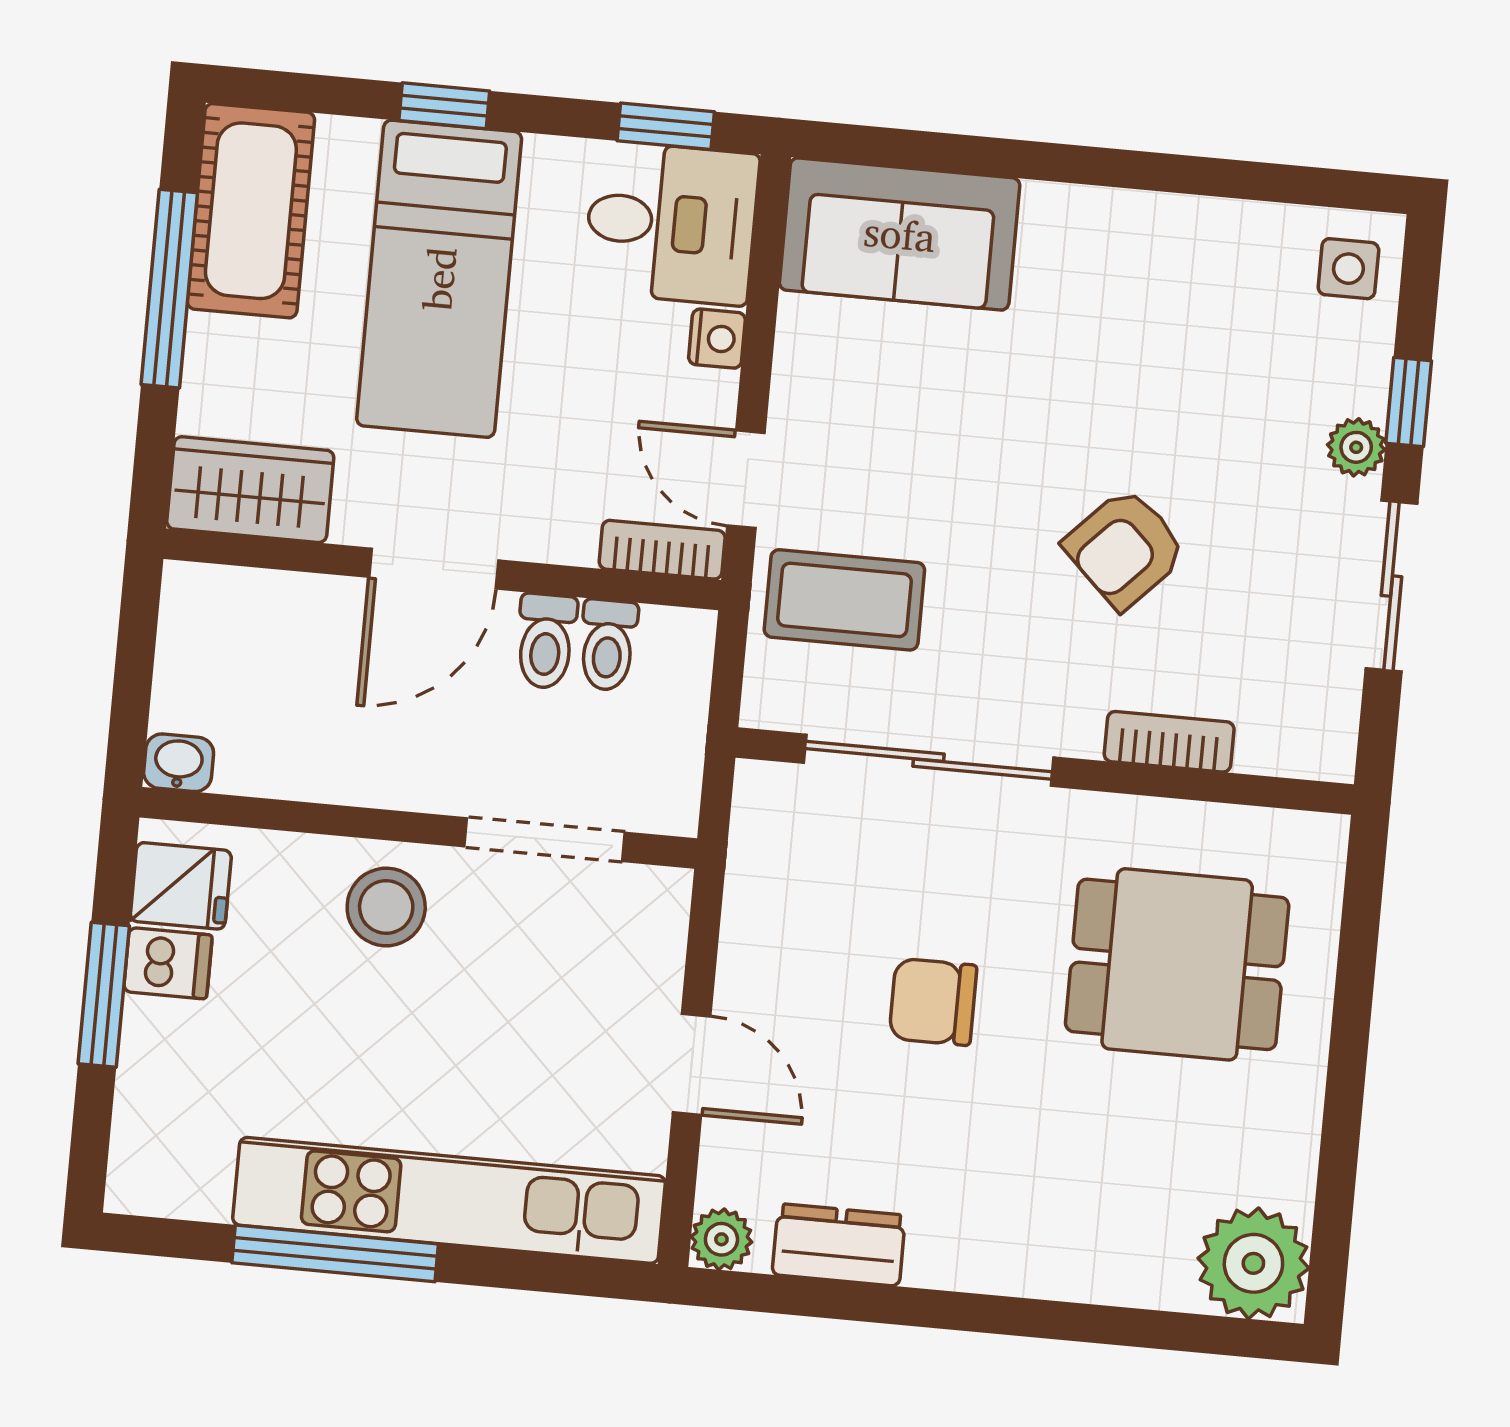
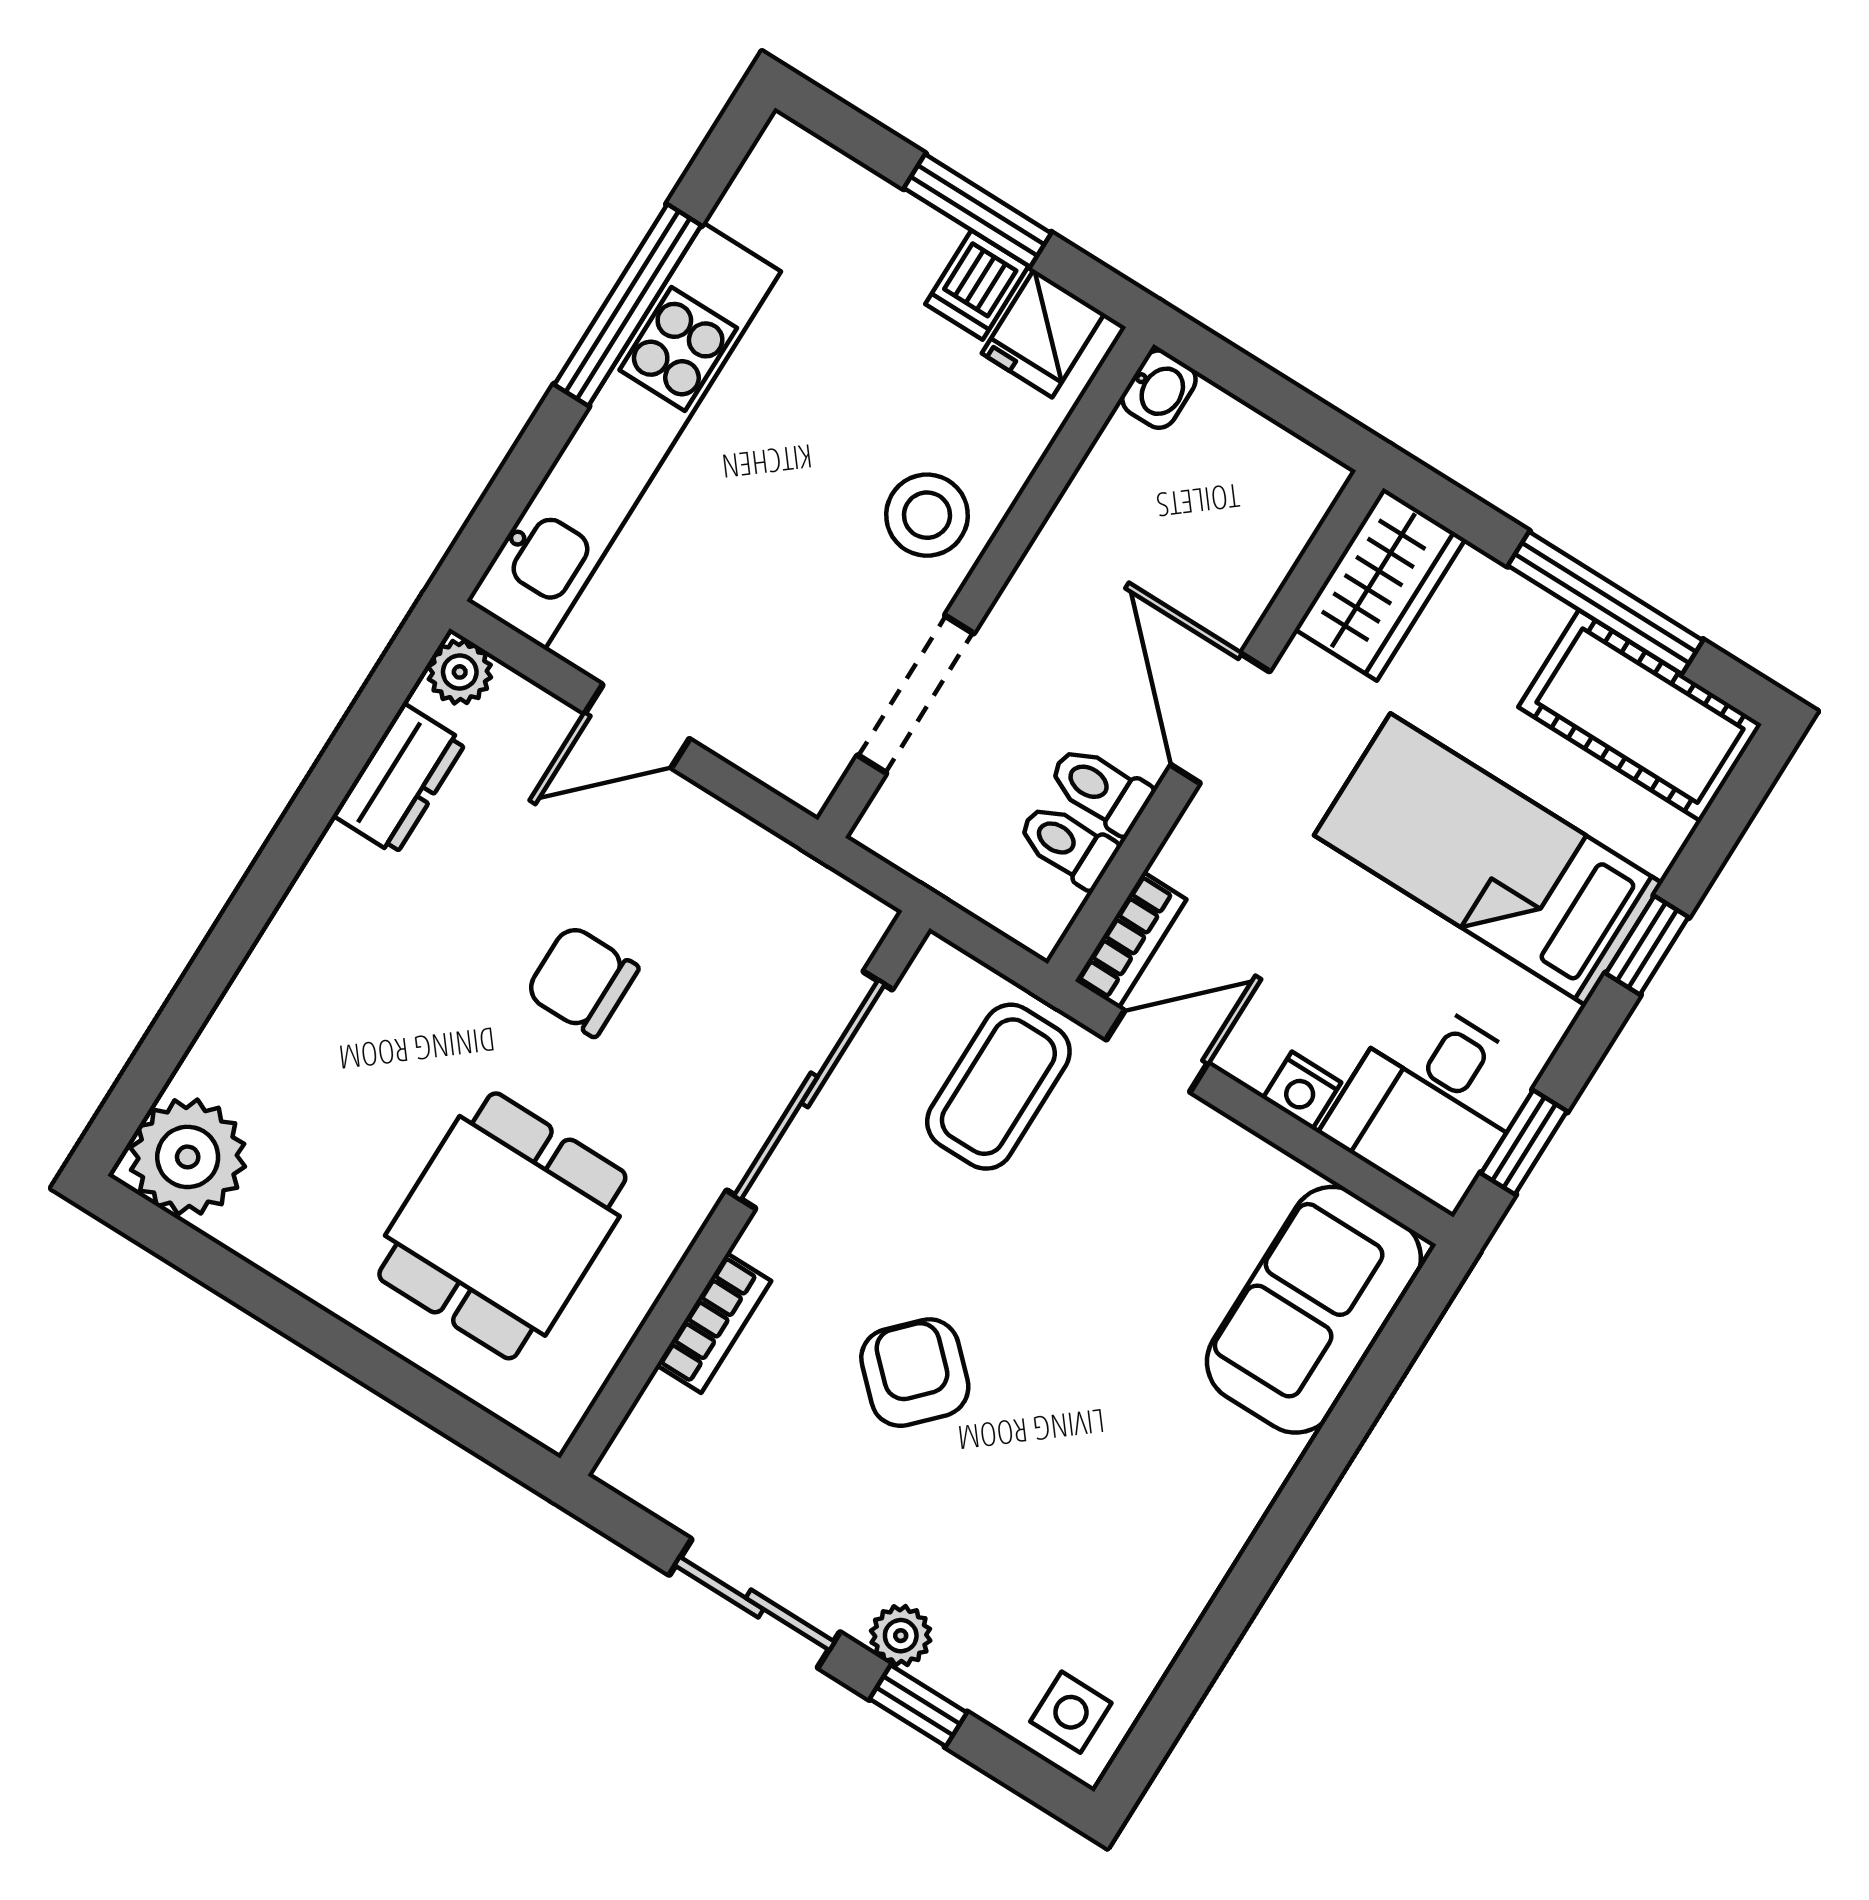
chair: (933, 1002) -> (582, 981), turned -90

